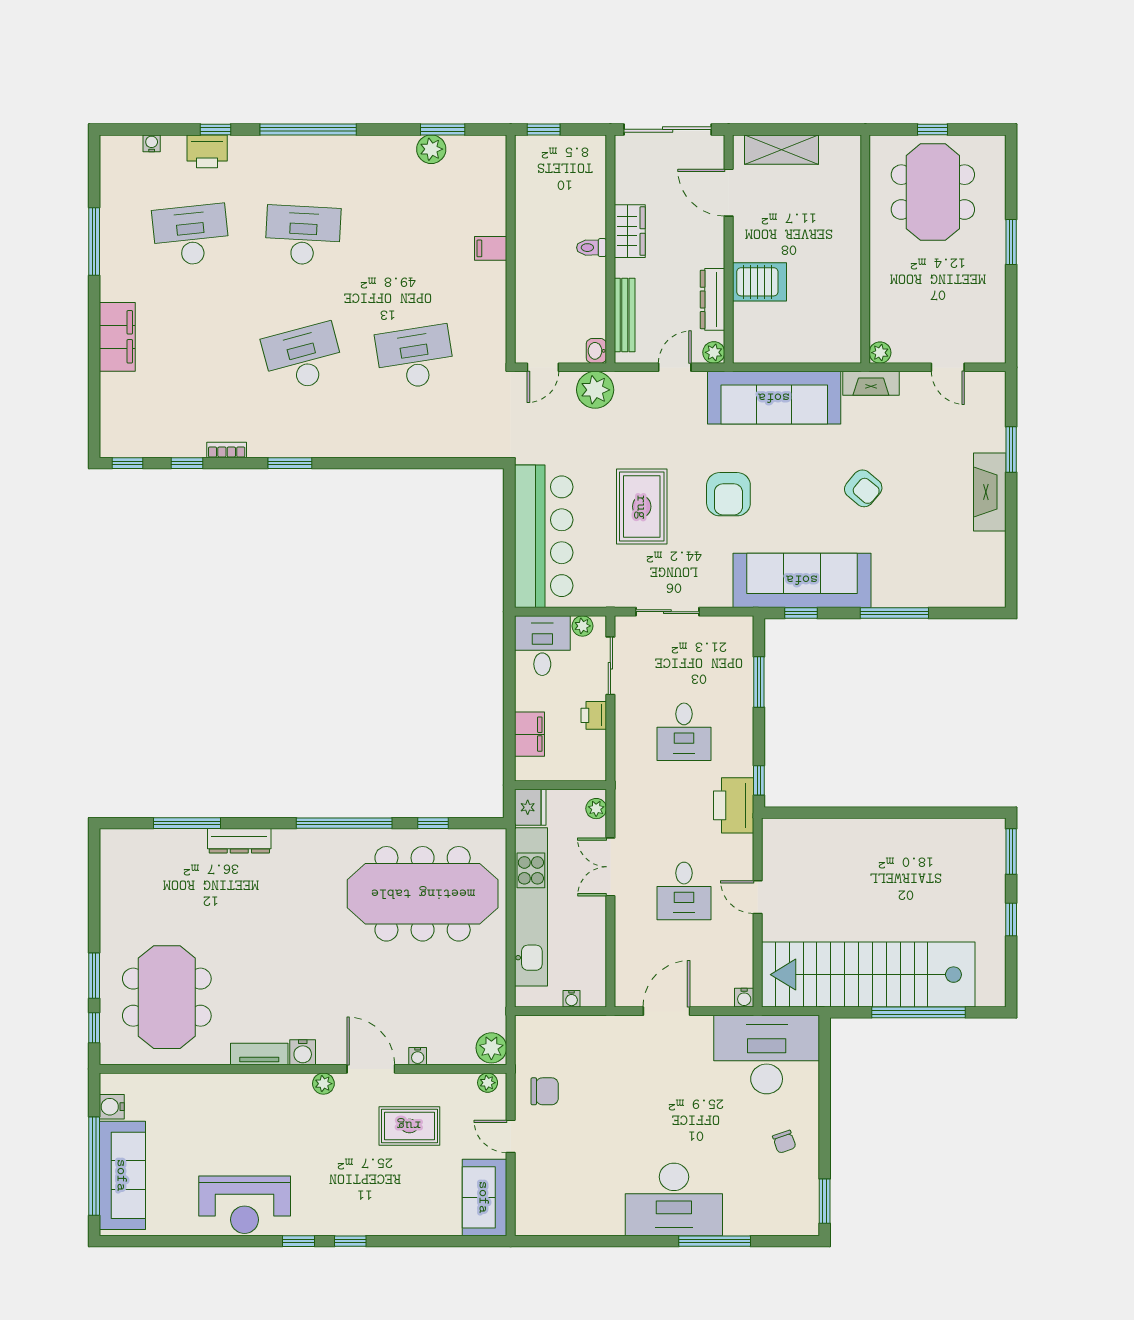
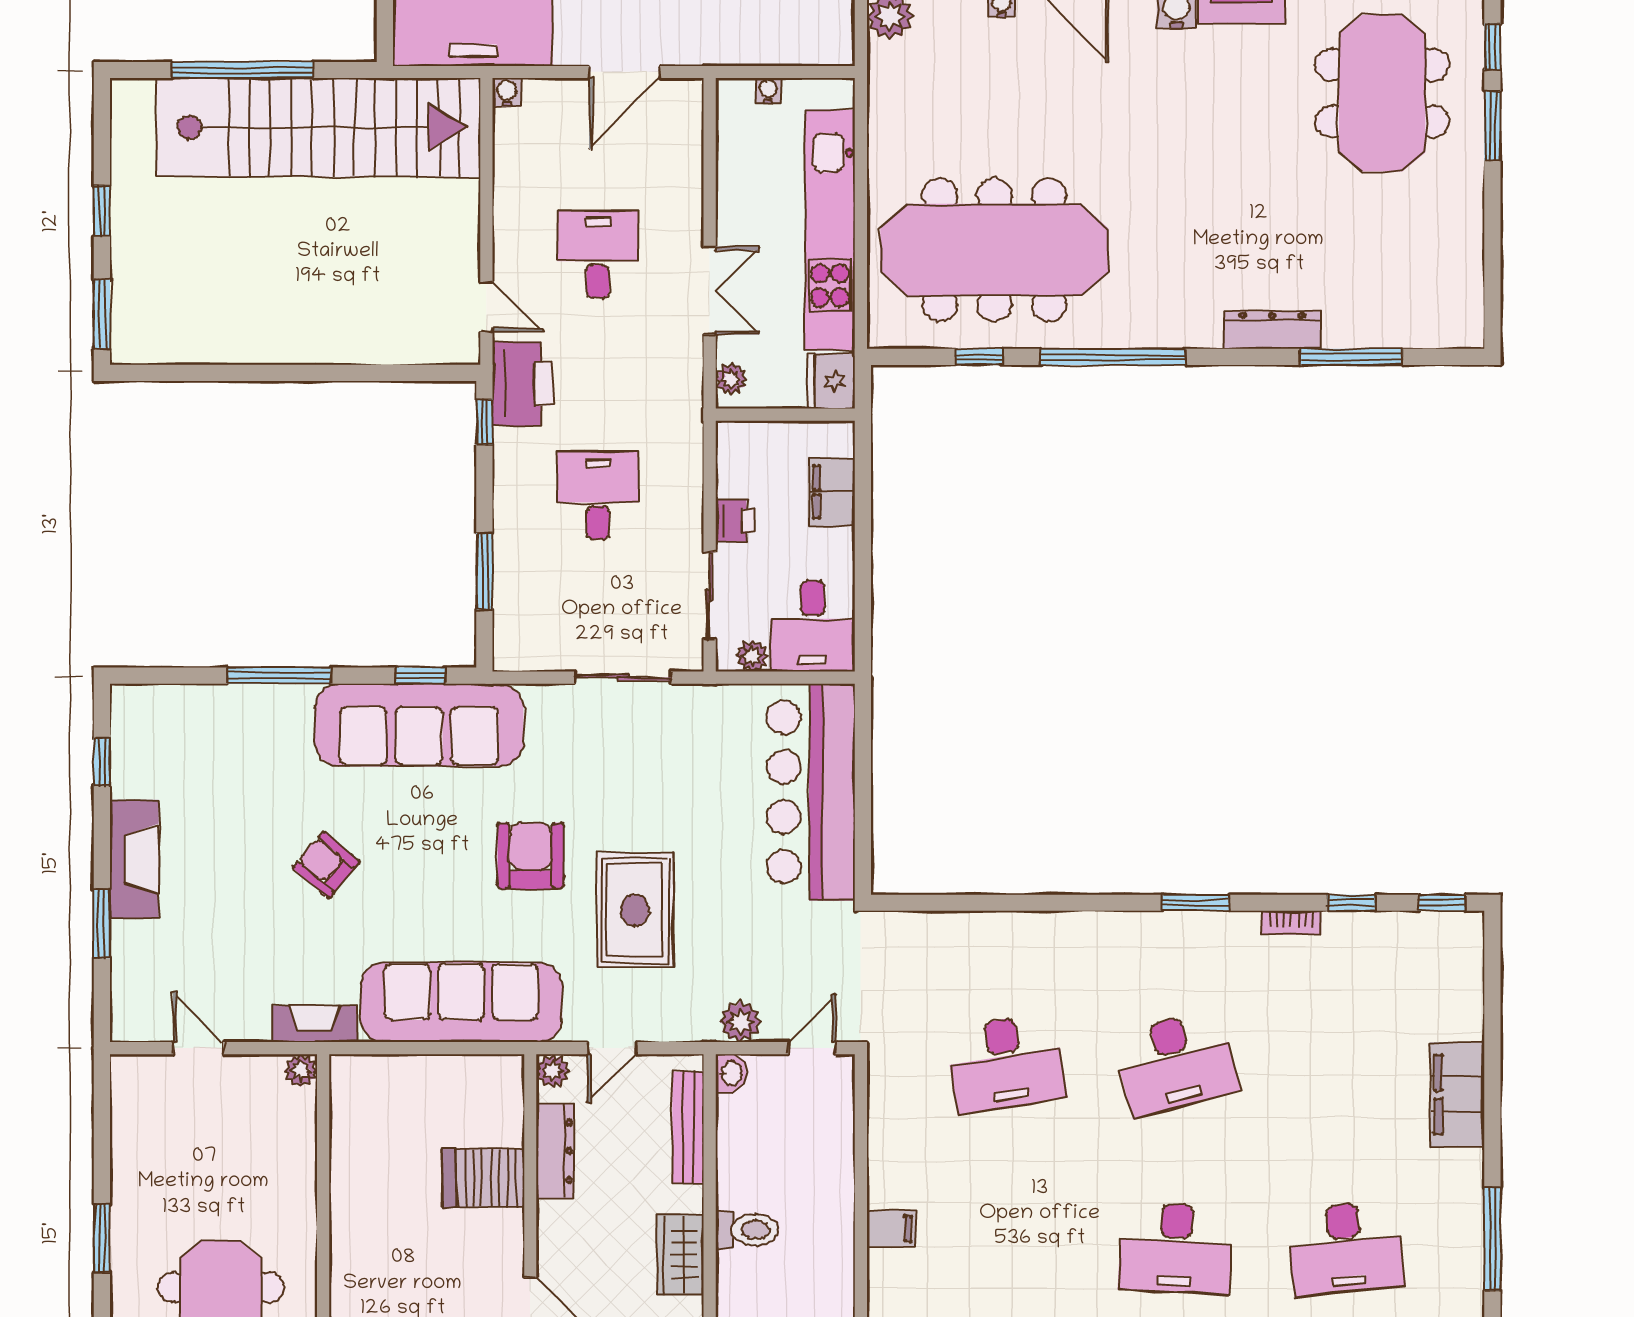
toilet: (592, 248) -> (747, 1230), width x1.37, depth x1.39
plant: (595, 390) -> (740, 1022), width x0.73, depth x0.73
rug: (642, 507) -> (635, 910), moved
window: (1011, 556) -> (102, 762), added
door: (758, 897) -> (486, 307), moved

